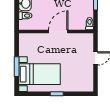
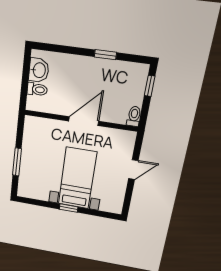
bed with nightstands: (39, 74) -> (77, 178), moved, turned -90

